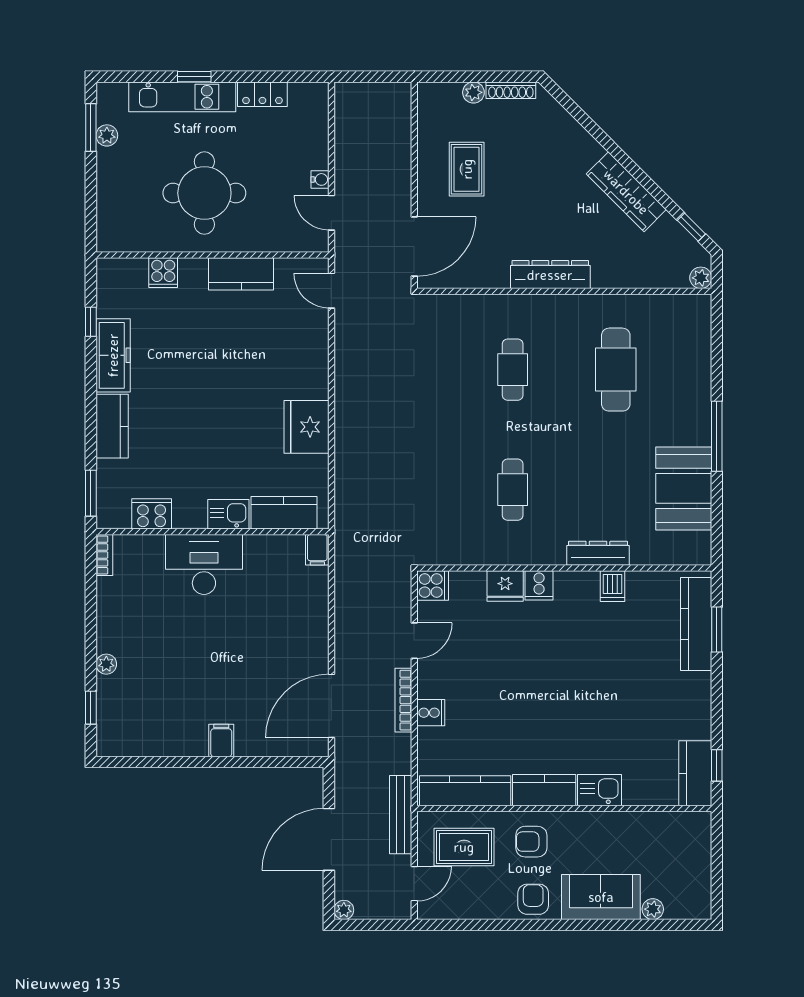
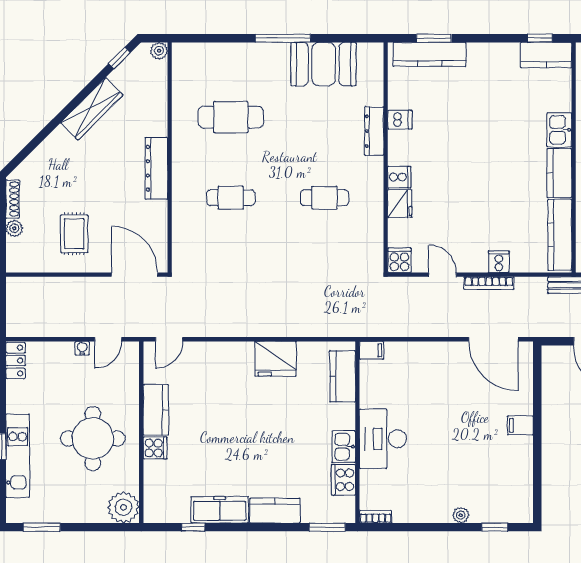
locker: (262, 94) -> (16, 361), moved
plant: (107, 135) -> (123, 507), moved, width x1.88, depth x1.88
rug: (467, 169) -> (74, 234), turned 90
cooker: (163, 273) -> (155, 448), moved
kitchen sink: (228, 514) -> (344, 447), moved

